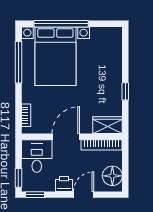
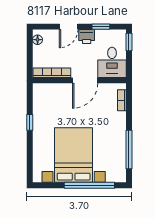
bed with nightstands: (55, 56) -> (74, 155), moved
wardrobe: (108, 125) -> (46, 91), removed
floor lamp: (112, 176) -> (38, 40), width x0.53, depth x0.53
window: (35, 195) -> (101, 27), moved

